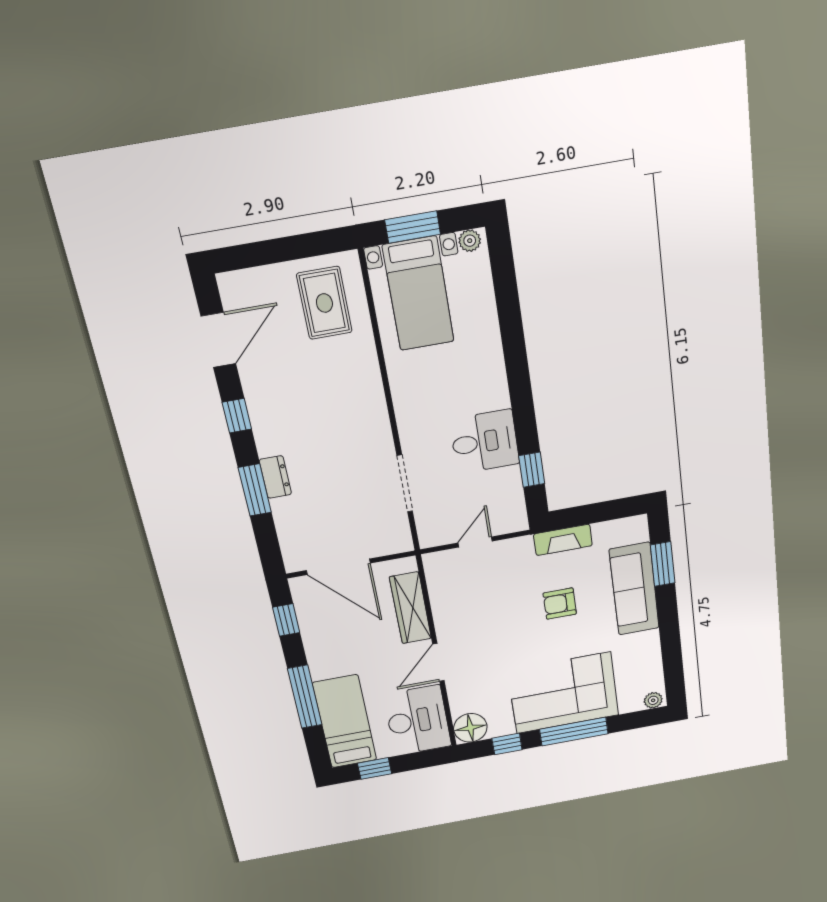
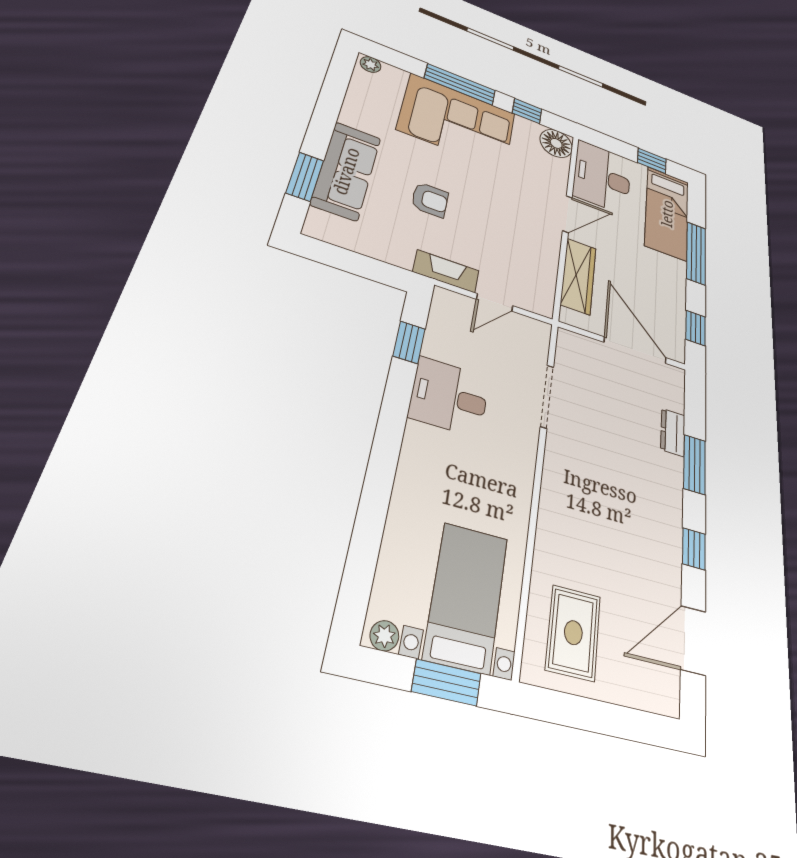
dresser: (275, 477) -> (673, 432), moved
fireplace: (563, 540) -> (446, 271), moved

